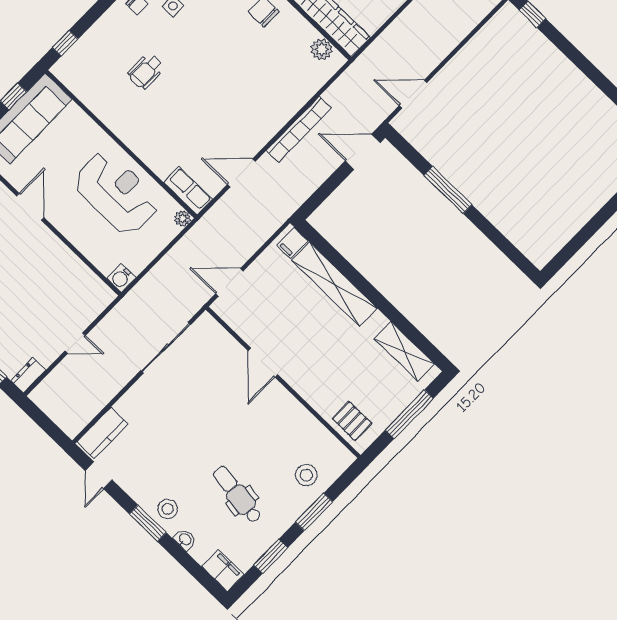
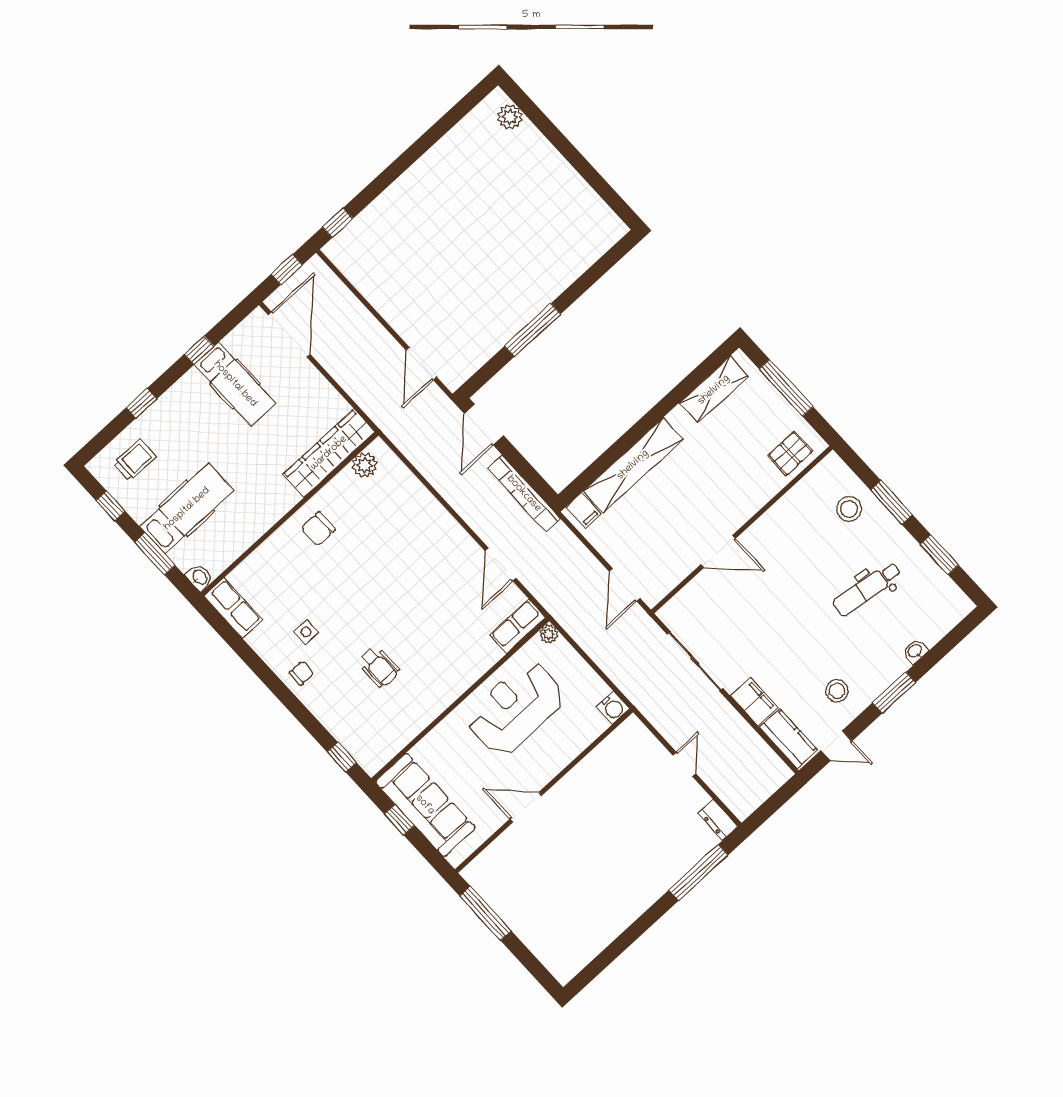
bookcase: (299, 129) -> (524, 494), moved, turned 180
stool: (168, 509) -> (837, 691), moved
filing cabinet: (223, 571) -> (754, 702), moved, turned 90

